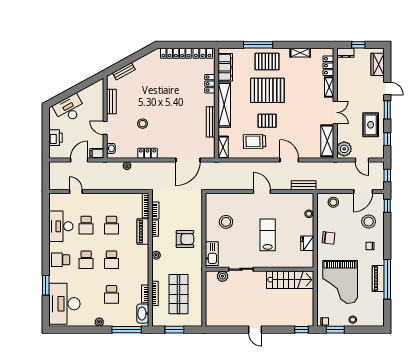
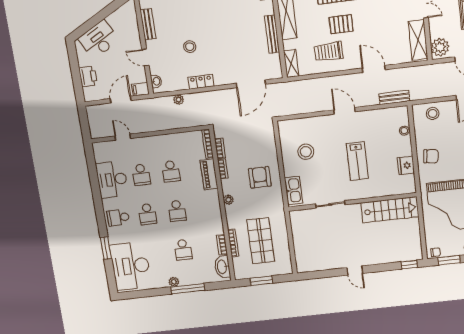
lab bench: (268, 235) -> (357, 161), turned 180
armchair: (185, 239) -> (260, 177), turned -90
plant: (222, 276) -> (309, 215), removed
window: (127, 330) -> (188, 289), moved

